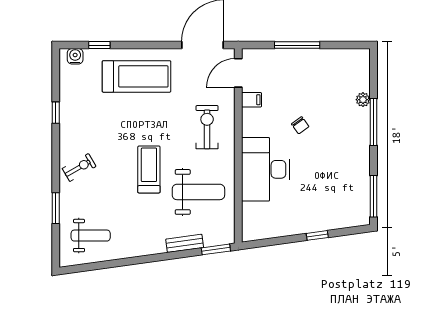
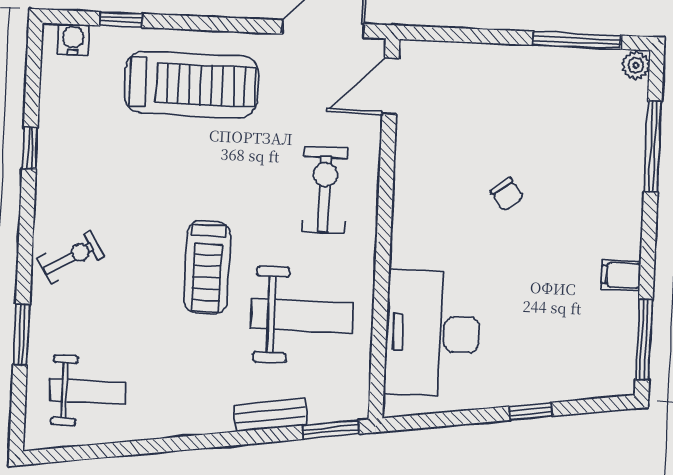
window: (297, 45) -> (577, 40), moved
filing cabinet: (251, 100) -> (621, 275), moved, turned 180
plant: (363, 100) -> (636, 65), moved
window: (373, 122) -> (653, 146), moved
treadmill: (149, 169) -> (207, 267), turned 180
desk: (266, 169) -> (433, 334), moved

